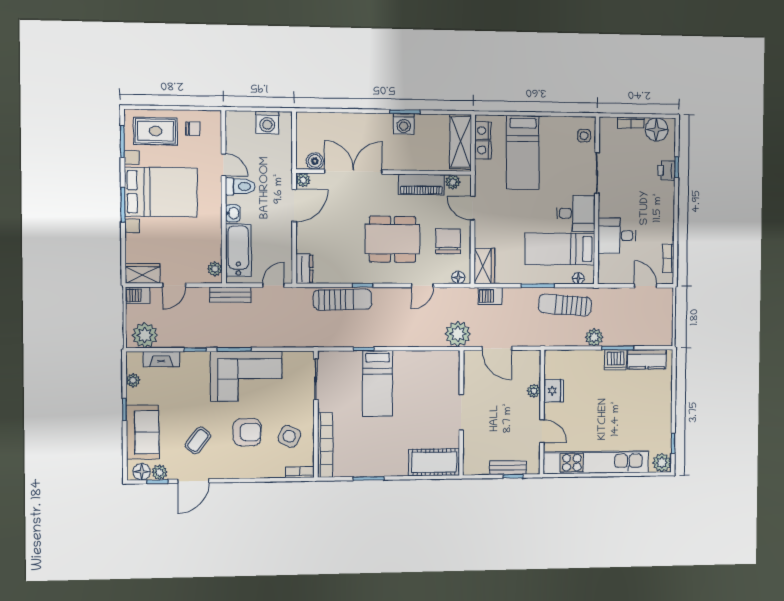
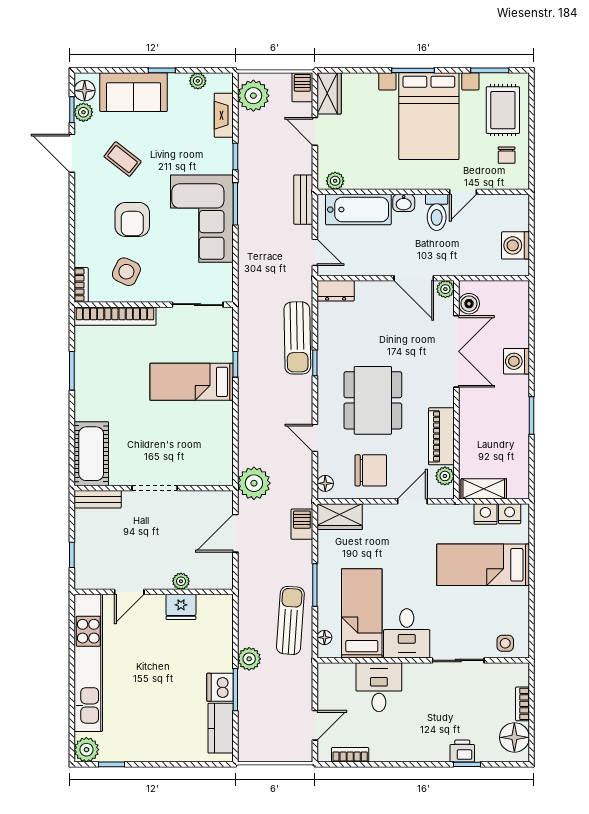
washing machine: (404, 124) -> (516, 361), moved
shelving: (461, 142) -> (484, 489), width x0.67, depth x0.75
bench: (508, 468) -> (98, 499), moved, turned 90

